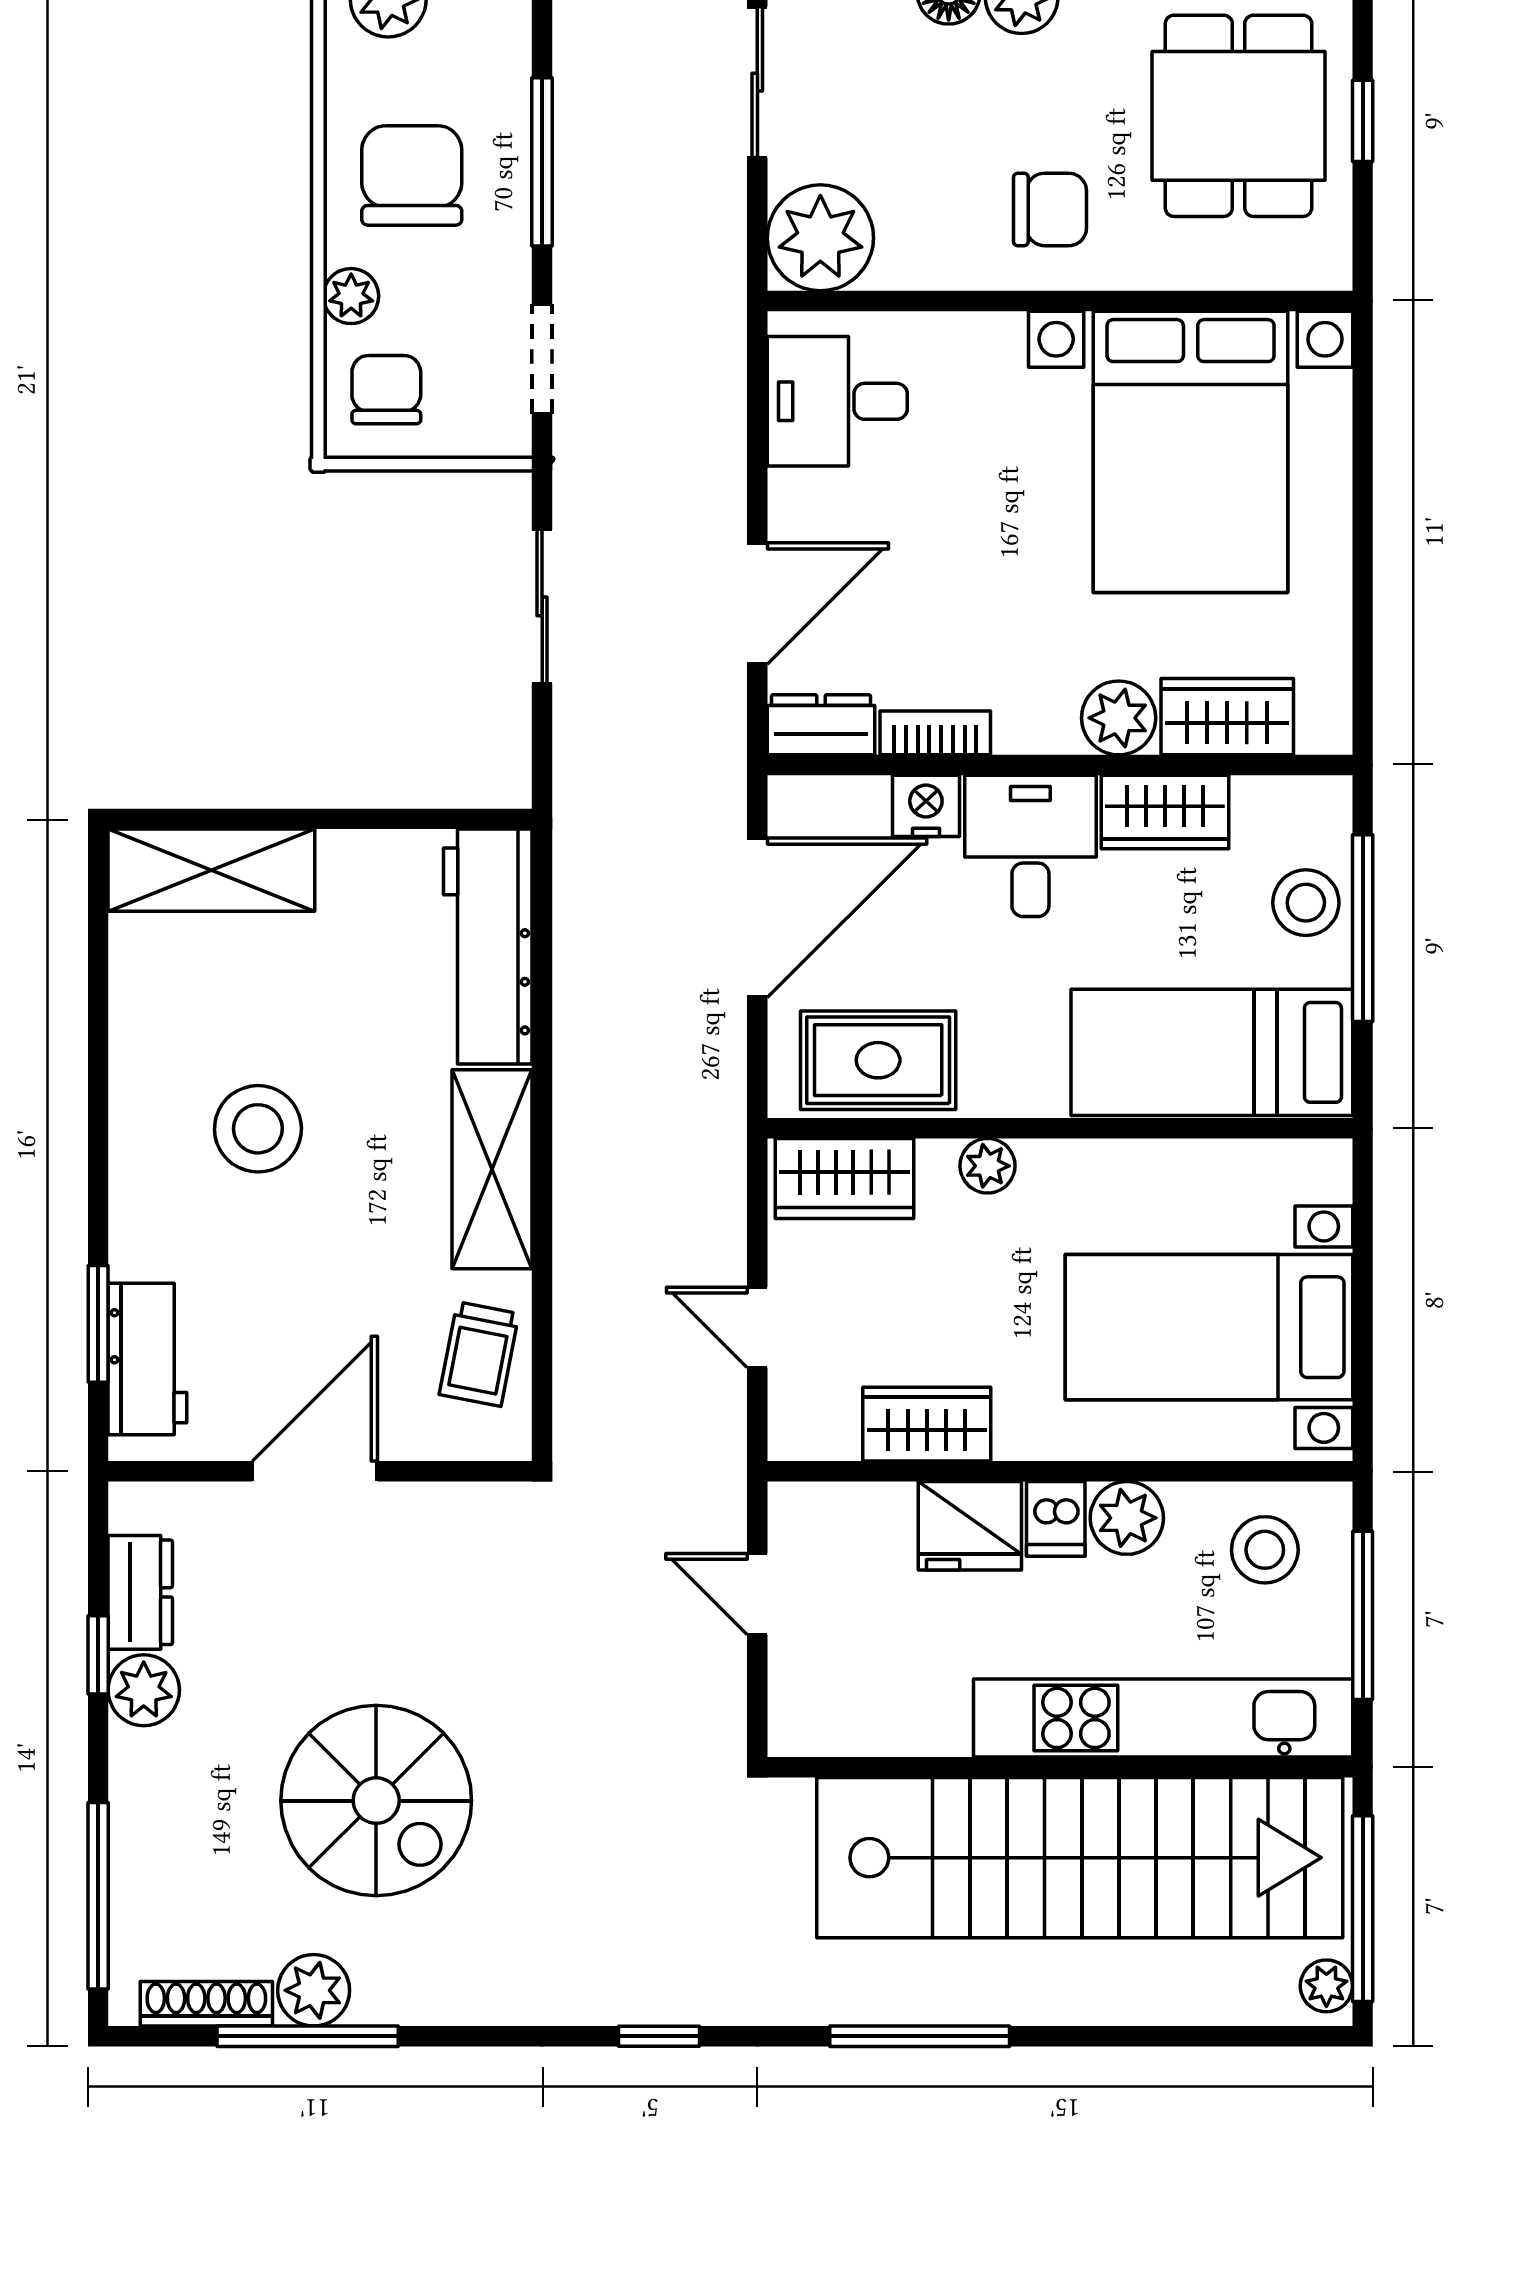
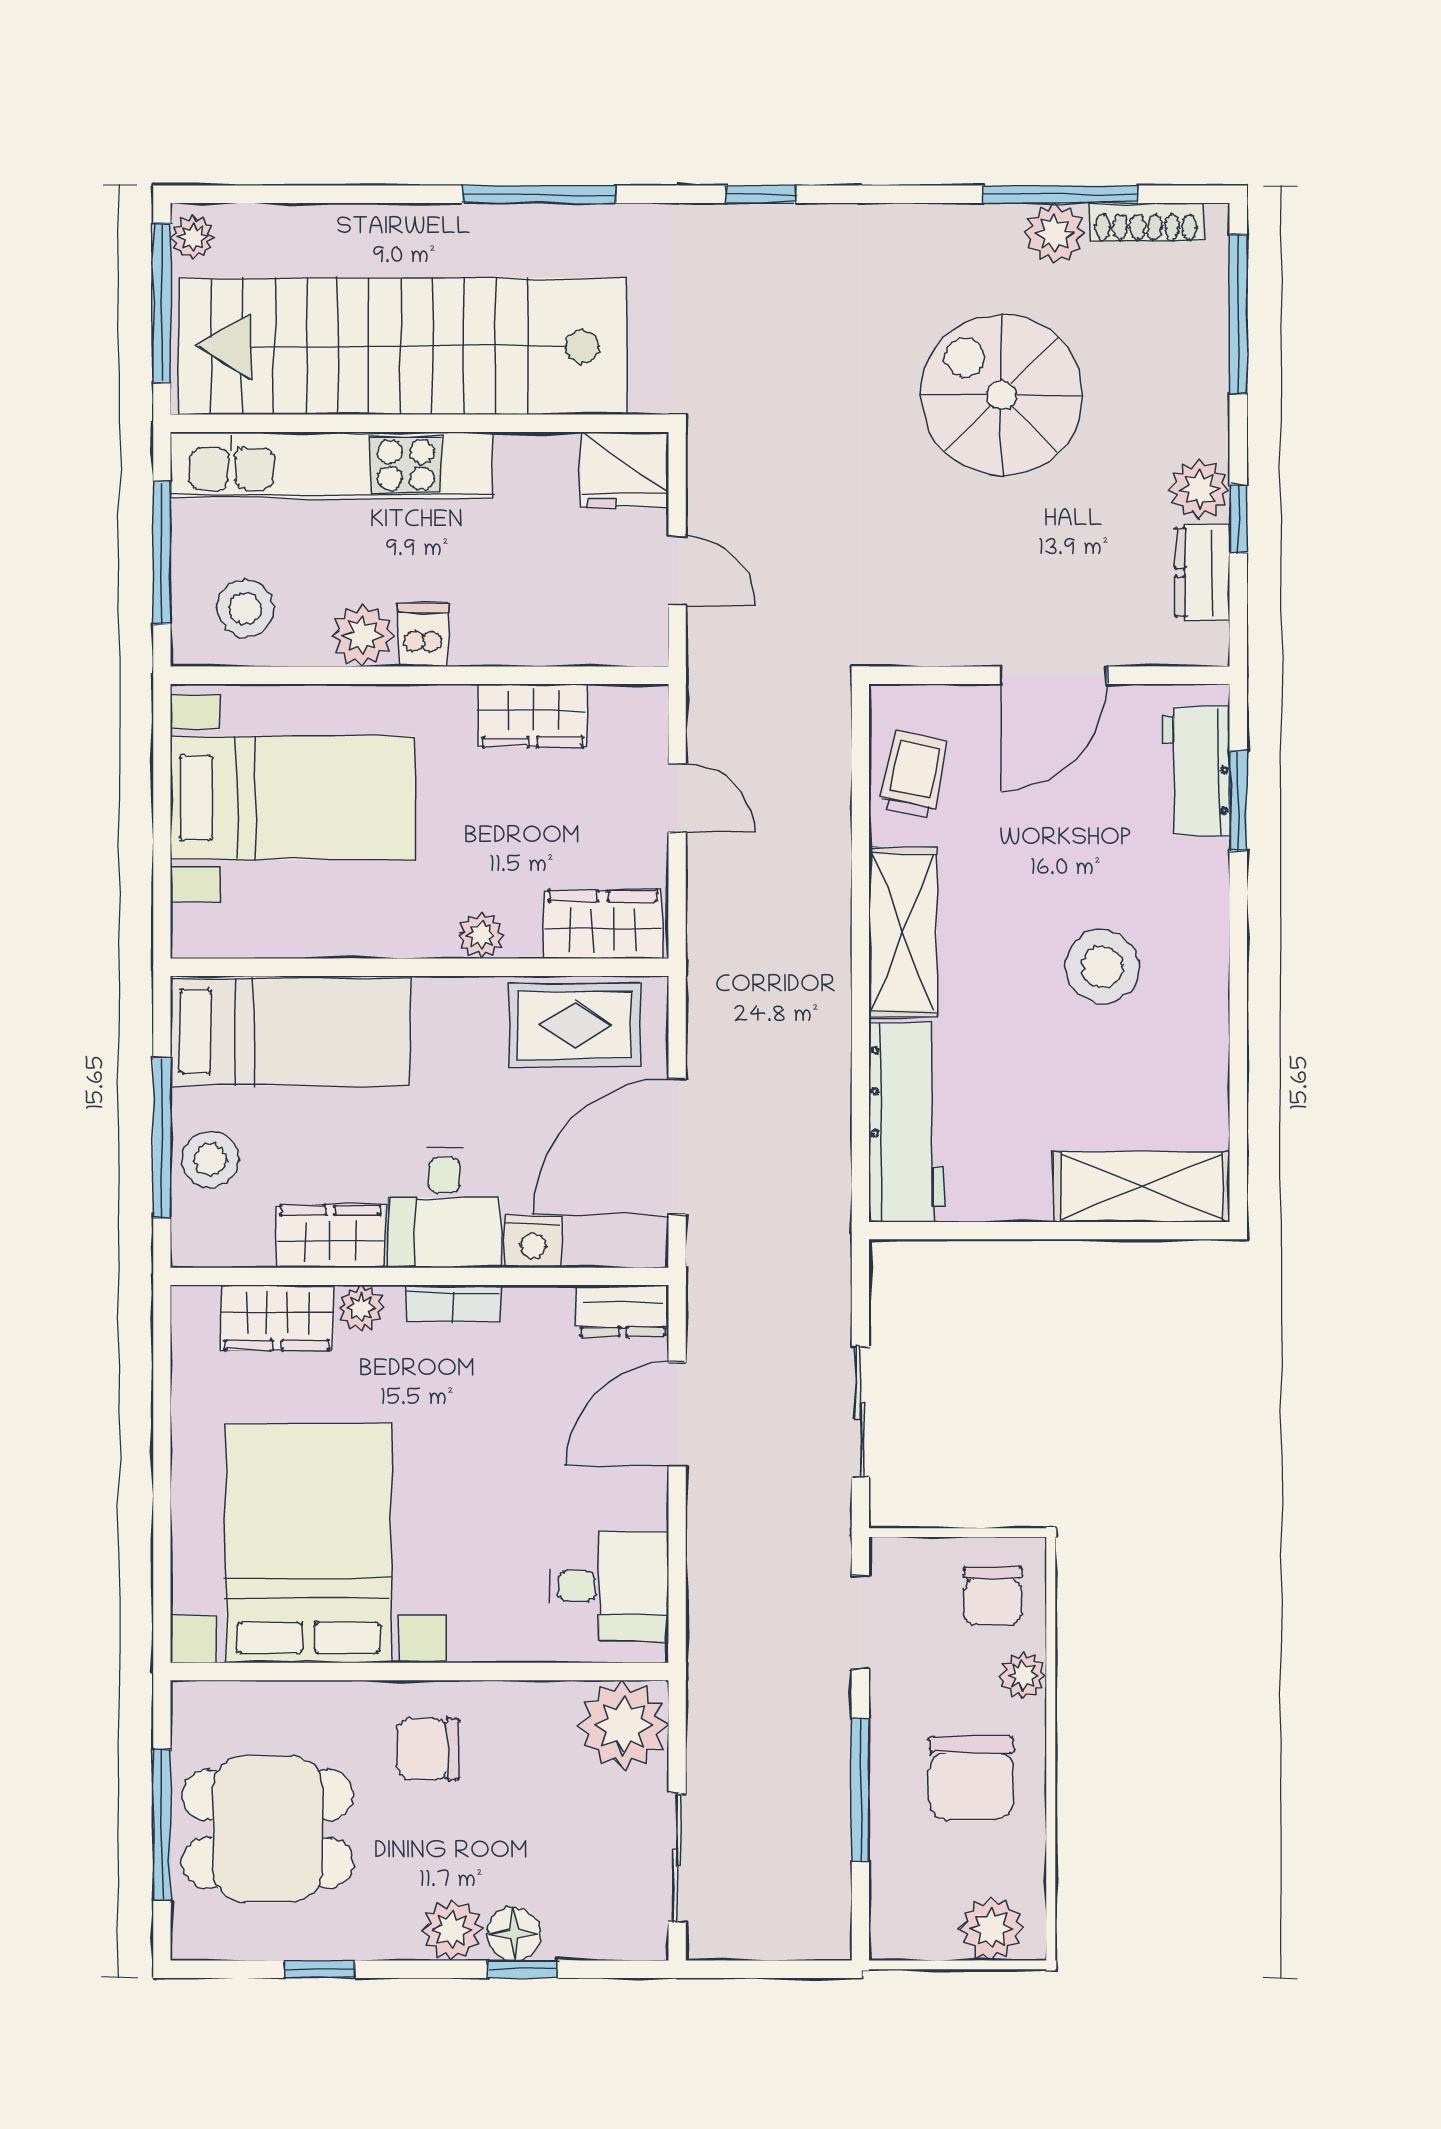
dining table: (1239, 116) -> (267, 1829), turned 90
window: (1363, 121) -> (162, 1825), width x2.17
plant: (1119, 718) -> (361, 1308), width x0.73, depth x0.73
bookcase: (935, 733) -> (453, 1304), moved
fridge: (970, 1526) -> (625, 470), moved, turned 180

